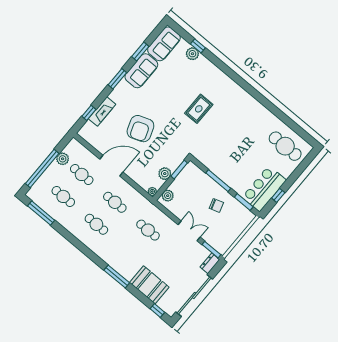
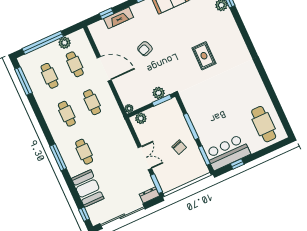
rug: (199, 109) -> (204, 56), turned 90
armchair: (140, 129) -> (145, 49), width x0.53, depth x0.53
plant: (165, 174) -> (159, 93), moved
cafe table: (148, 230) -> (84, 152), moved
window: (117, 277) -> (58, 157), moved

